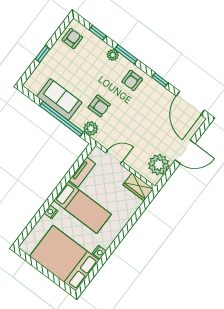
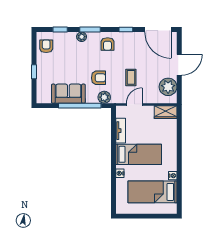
coffee table: (130, 129) -> (131, 77), added
bed: (64, 258) -> (152, 192), width x0.67

